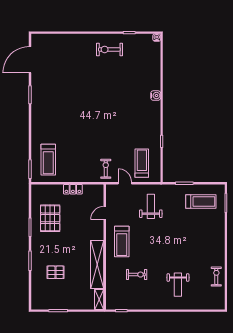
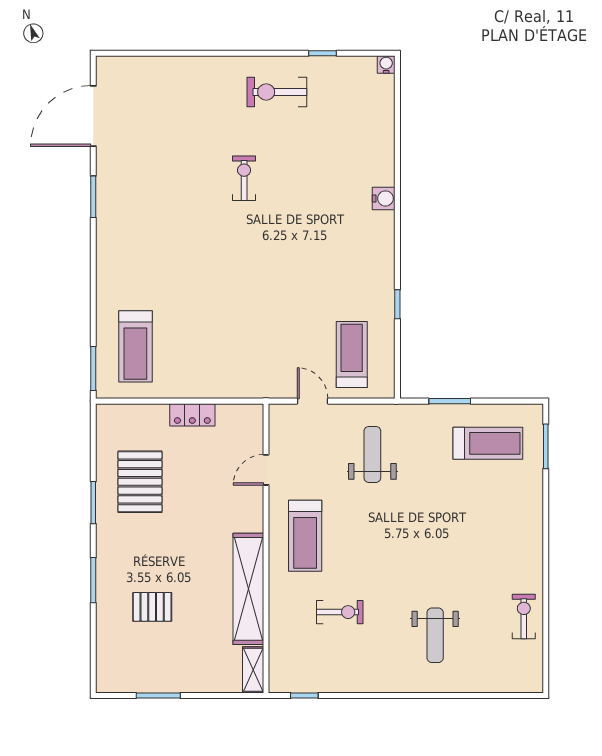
exercise bike: (106, 169) -> (244, 178), moved

